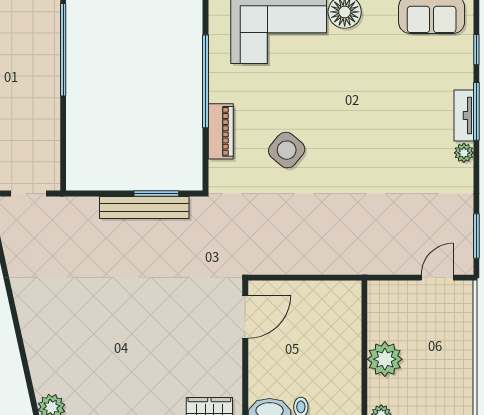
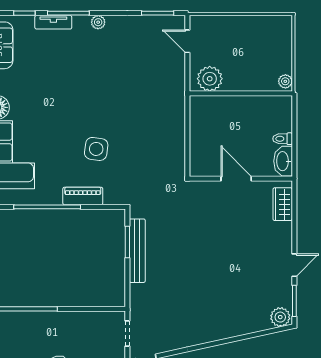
tv unit: (464, 116) -> (53, 22), moved
side table: (287, 150) -> (96, 149), turned -32
door: (245, 317) -> (236, 179), moved
plant: (385, 359) -> (210, 79), moved

